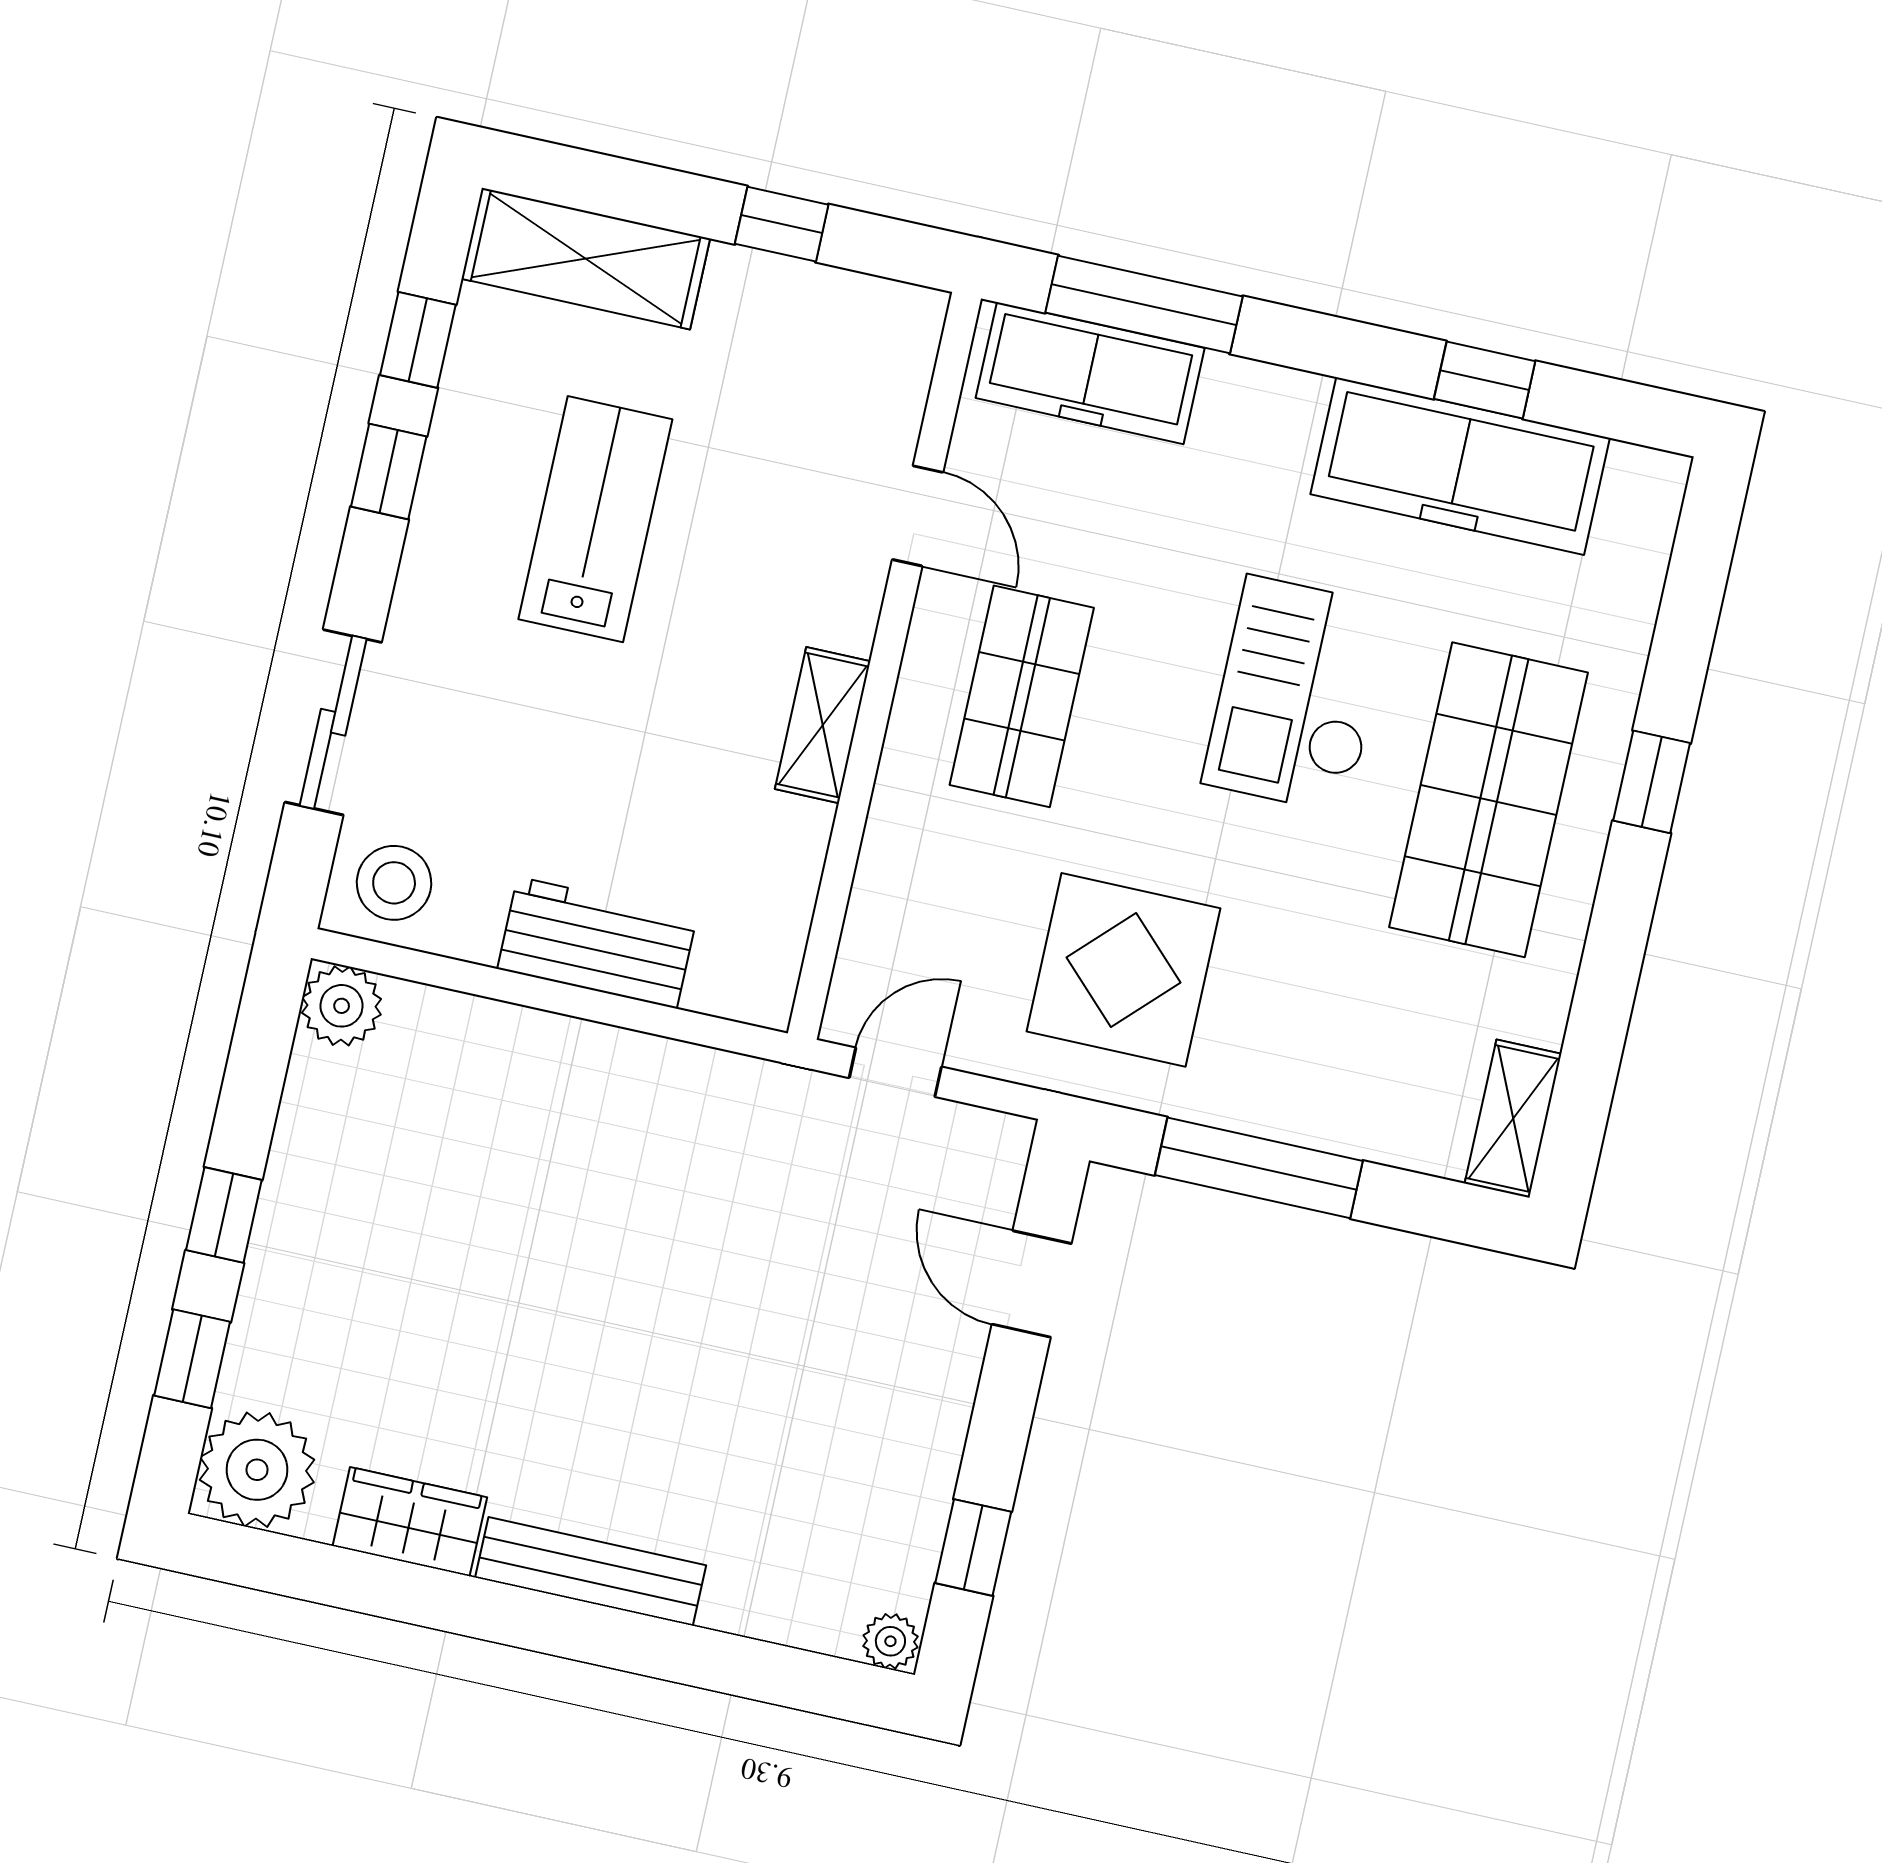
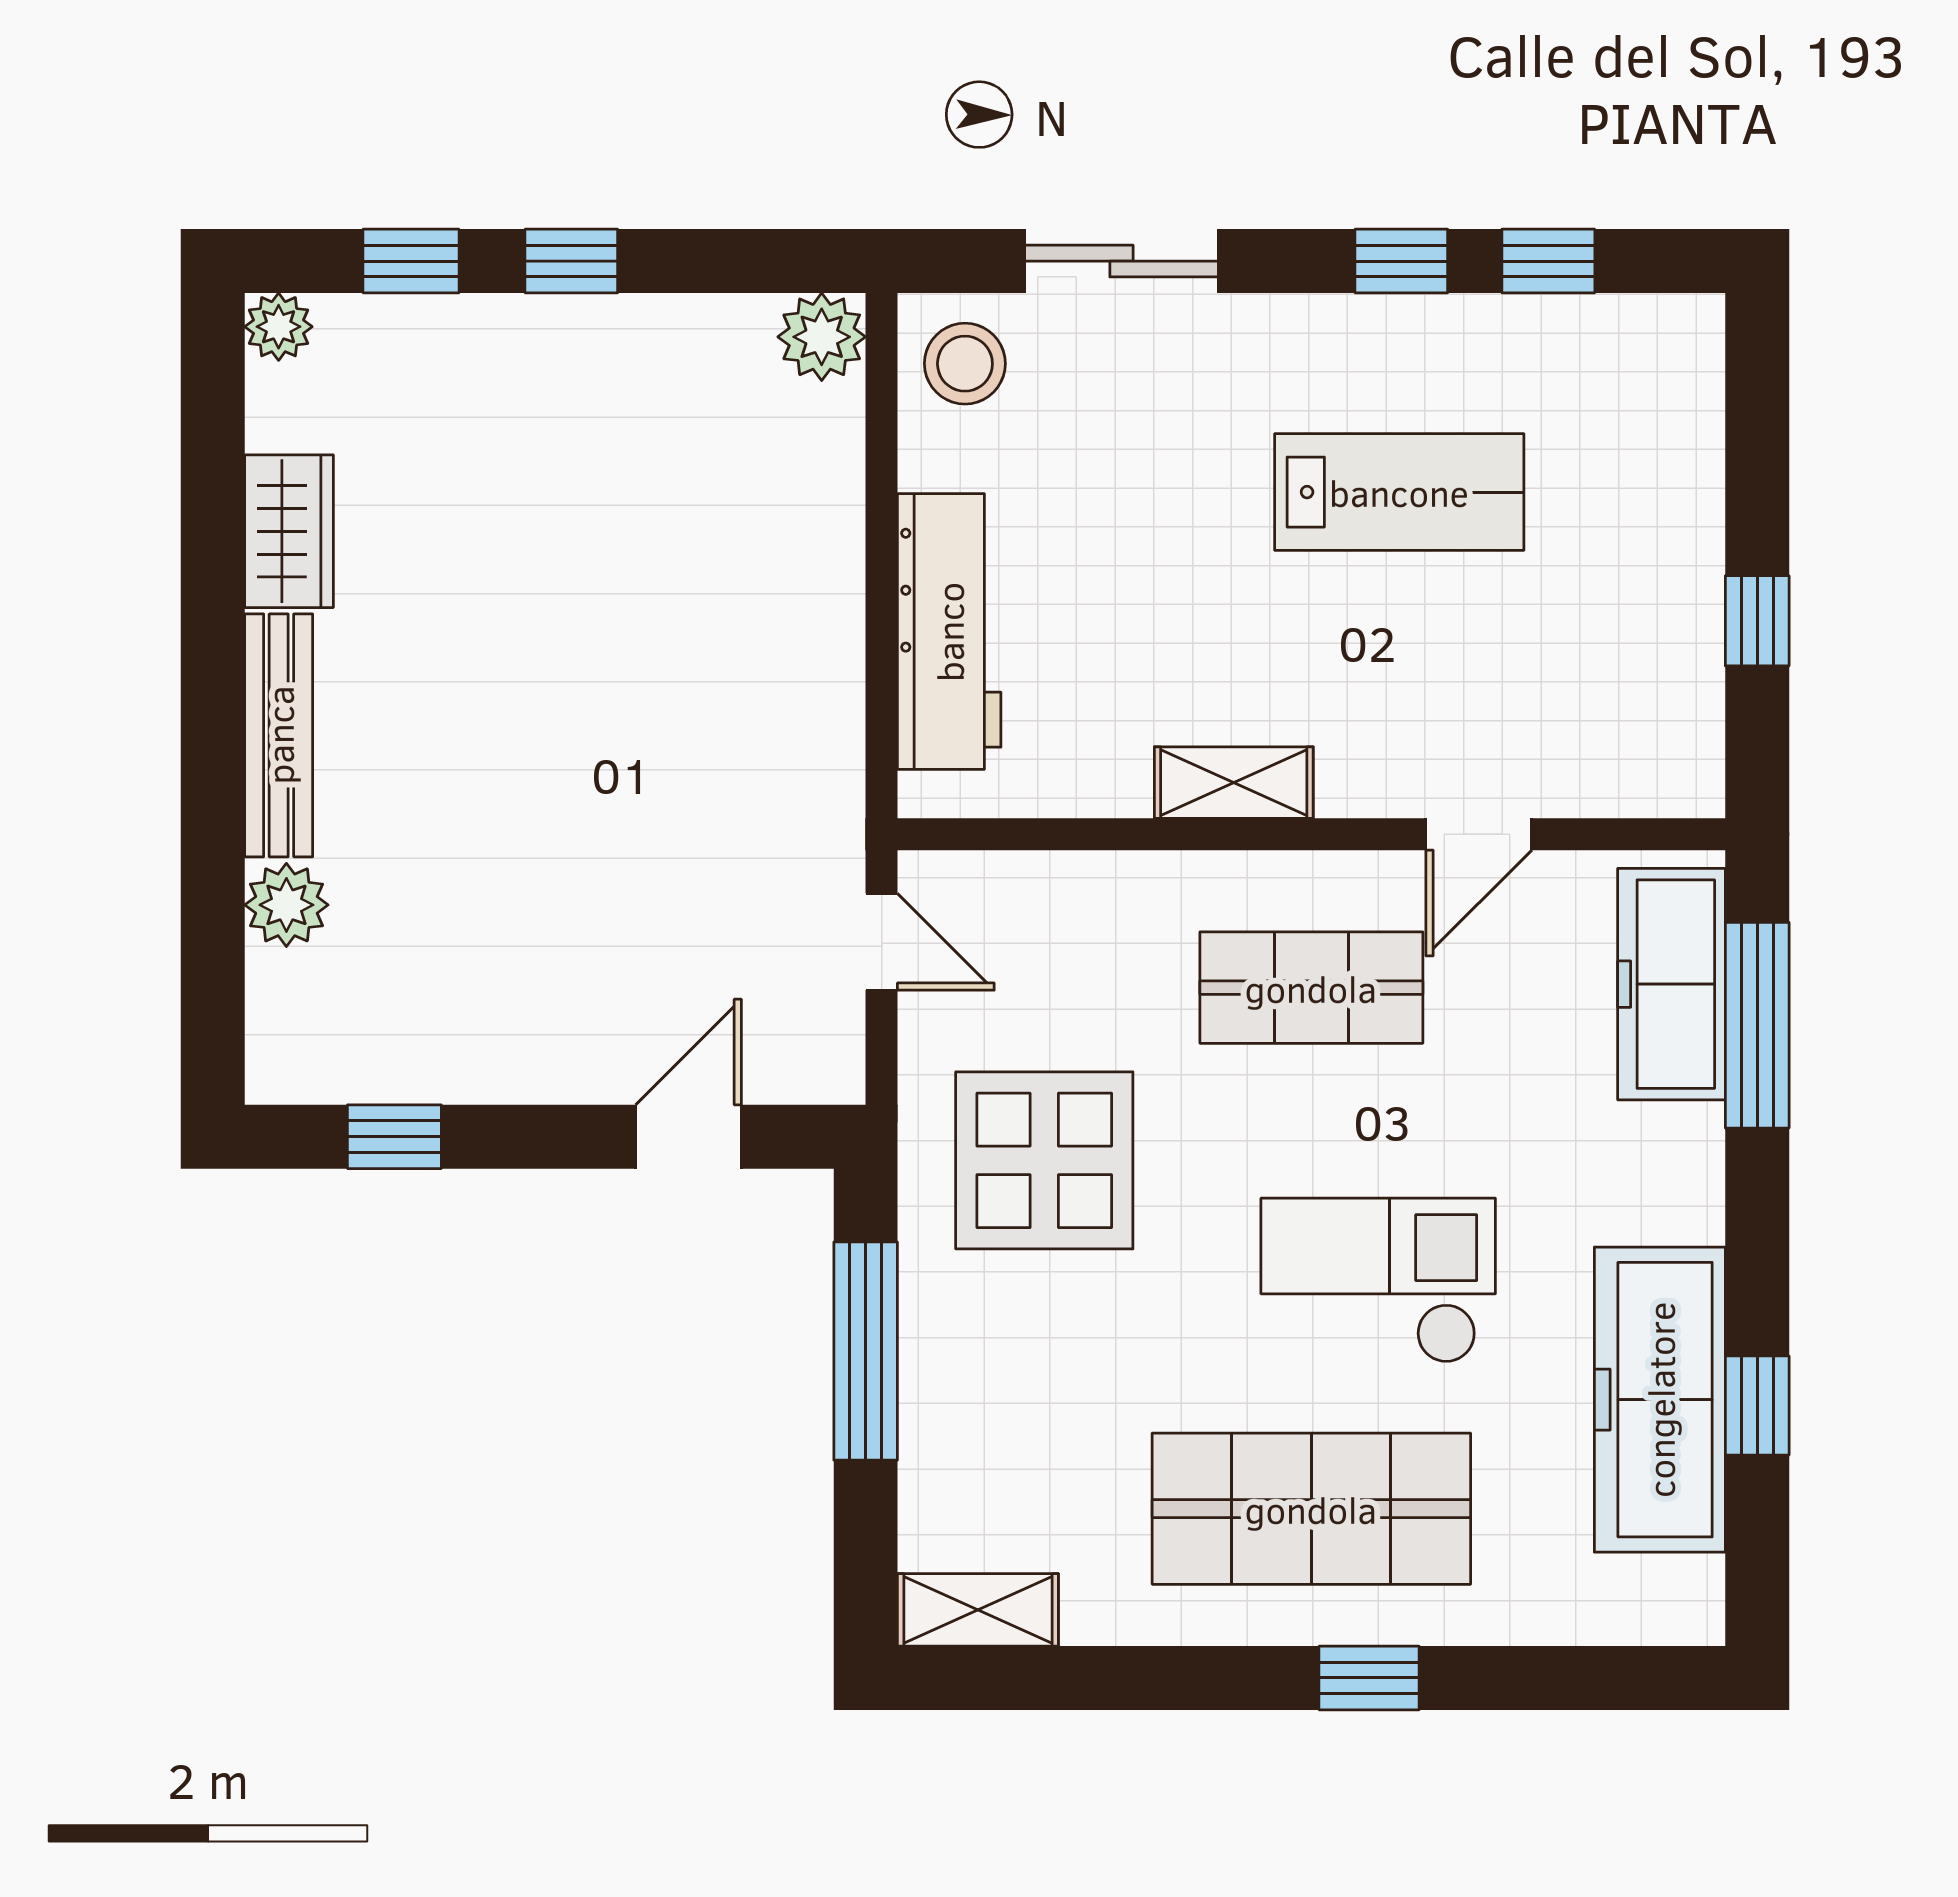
shelving: (586, 259) -> (1674, 420), removed
workbench: (597, 943) -> (949, 632), width x1.37
plant: (257, 1470) -> (279, 327), width x0.53, depth x0.53
plant: (890, 1641) -> (286, 905), moved, width x1.38, depth x1.38

